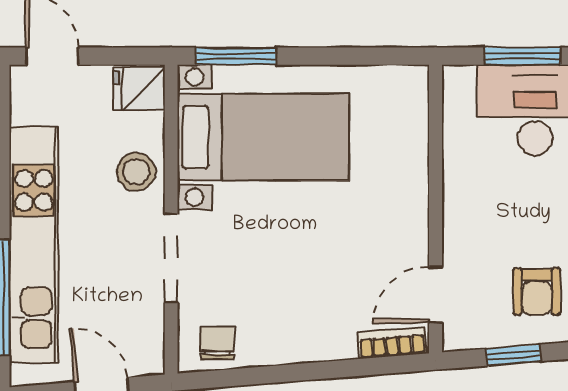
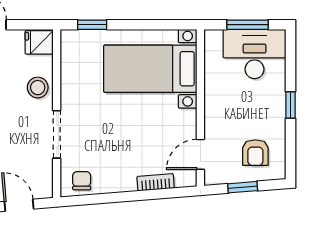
window: (236, 56) -> (92, 25), width x0.67
bed with nightstands: (263, 137) -> (150, 69), moved, turned 180
bookcase: (392, 343) -> (156, 182), moved

